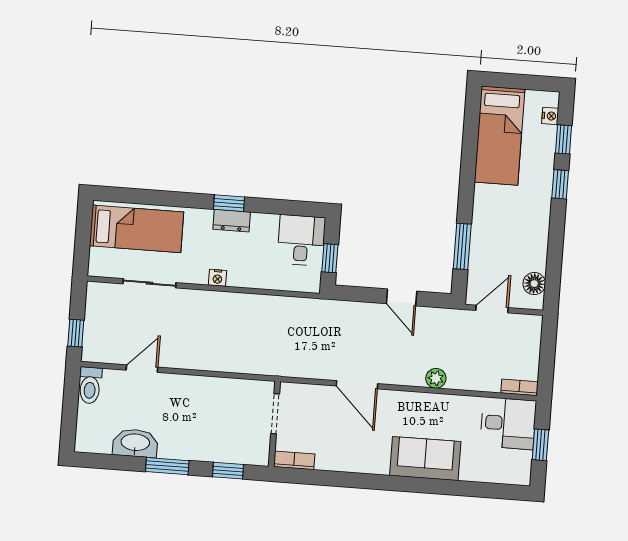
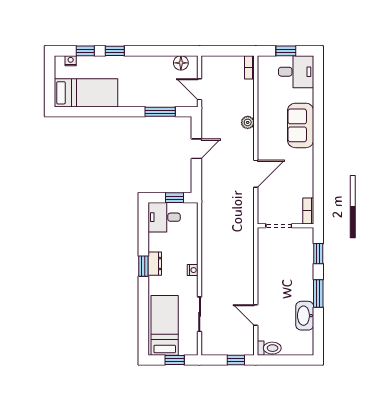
window: (83, 240) -> (175, 360), added
desk: (508, 423) -> (296, 72), moved, turned 90

